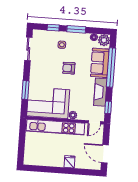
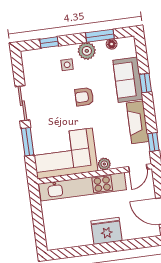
window: (76, 29) -> (100, 36), moved
plant: (104, 40) -> (87, 51), moved
sliding door: (28, 49) -> (22, 103), moved
window: (111, 67) -> (146, 83), width x0.32
fridge: (70, 162) -> (107, 231), width x1.88, depth x1.34

